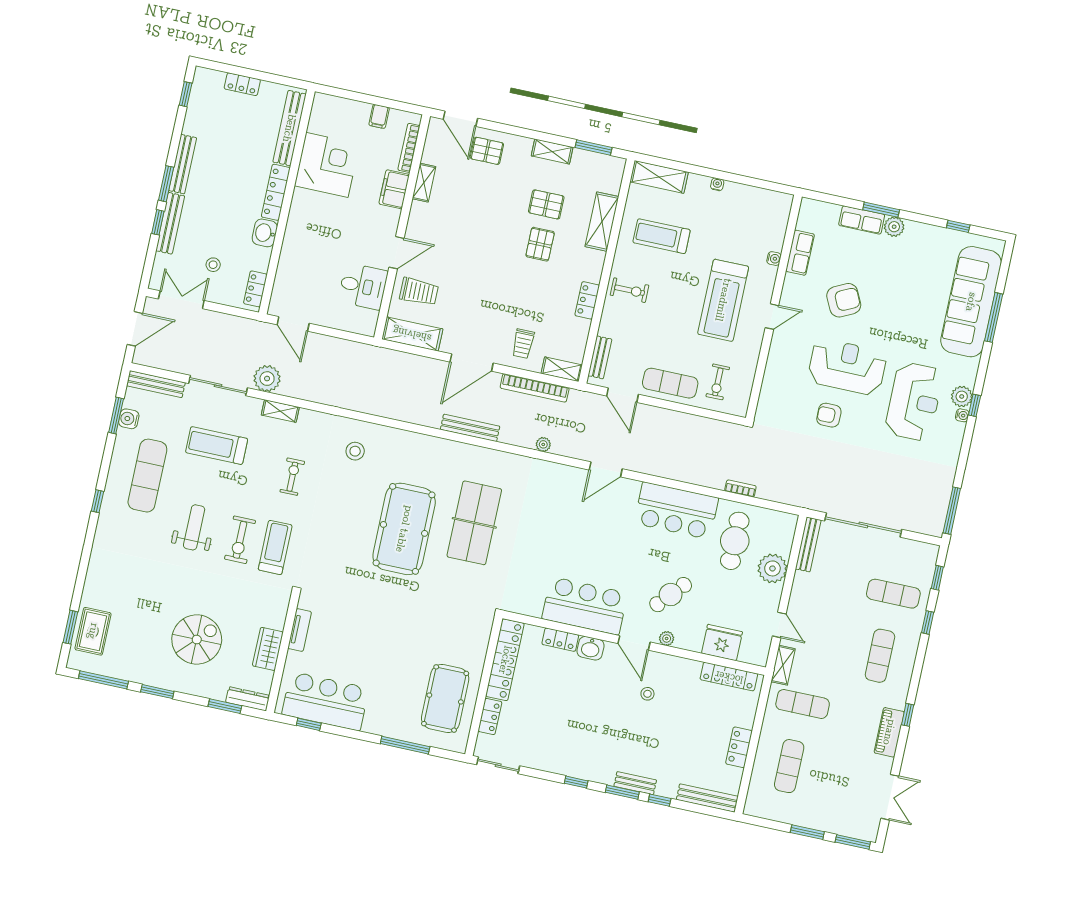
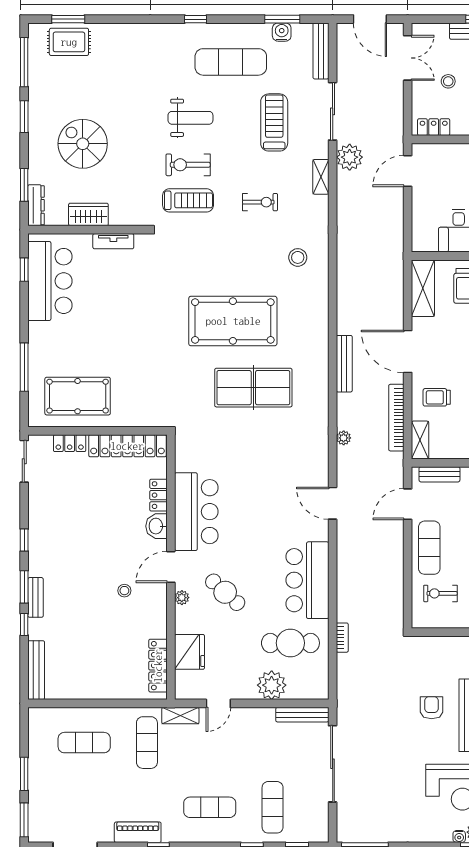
spiral stairs: (197, 639) -> (83, 144), turned 180
locker: (739, 747) -> (92, 690), removed

